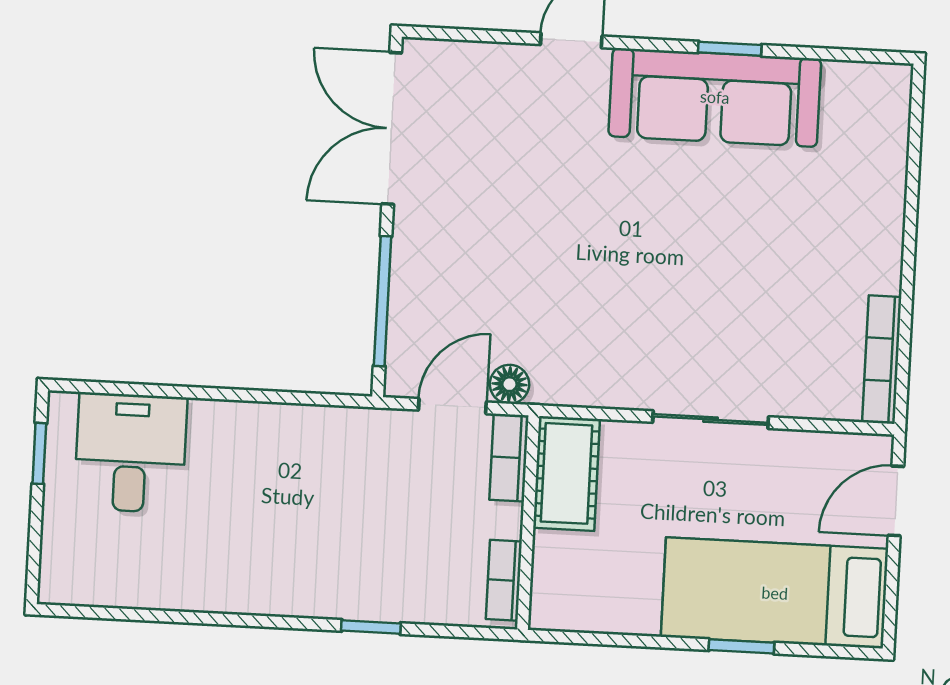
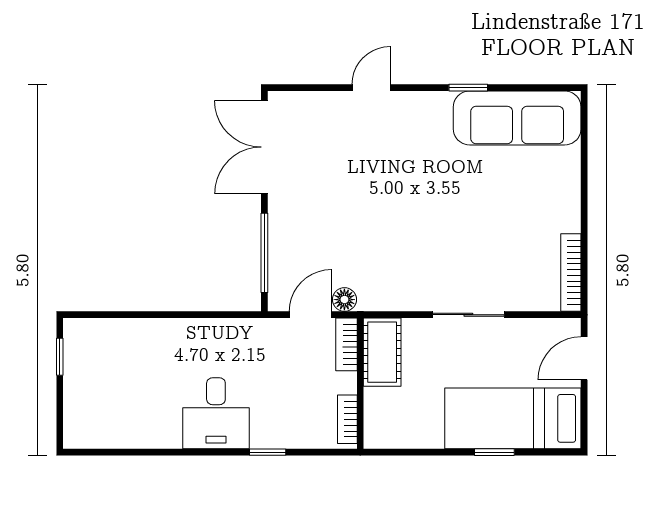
sofa: (715, 97) -> (517, 118), moved
desk: (131, 453) -> (216, 413), moved, turned 180

